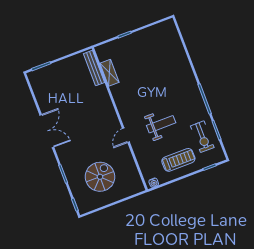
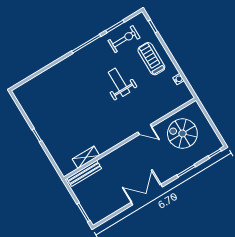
bench: (94, 68) -> (84, 173), moved
shelving: (109, 73) -> (86, 157), moved
wall: (120, 119) -> (130, 139), moved
door: (126, 135) -> (145, 129), moved

